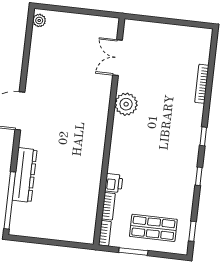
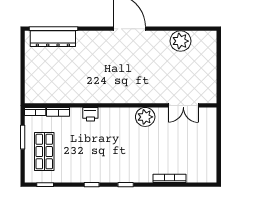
plant: (39, 20) -> (180, 41), moved, width x1.87, depth x1.87
double door: (117, 58) -> (183, 105), swing flipped
dresser: (25, 175) -> (53, 39), moved
printer: (114, 183) -> (90, 114), moved

